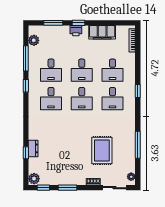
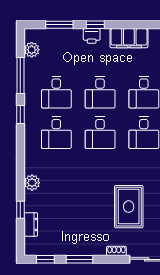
dresser: (33, 148) -> (31, 224), moved
plant: (34, 179) -> (32, 183), moved

